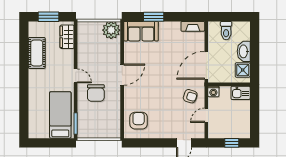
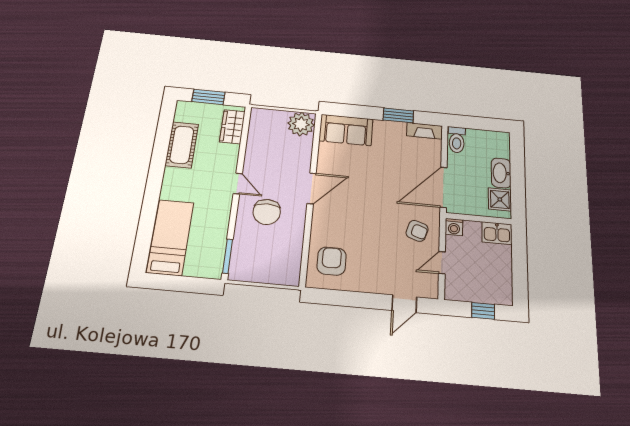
window: (154, 17) -> (398, 115), moved
toilet: (226, 31) -> (457, 140), moved
bed: (60, 115) -> (170, 237), moved

